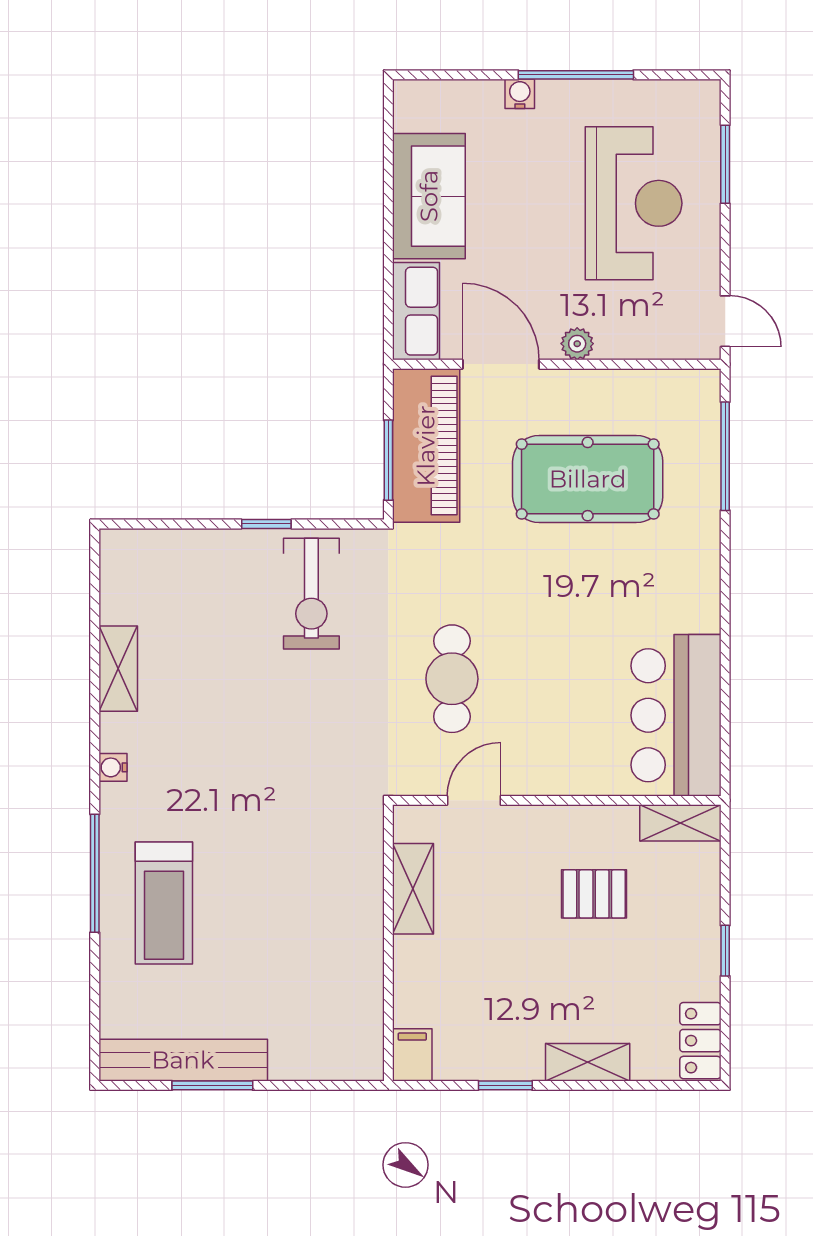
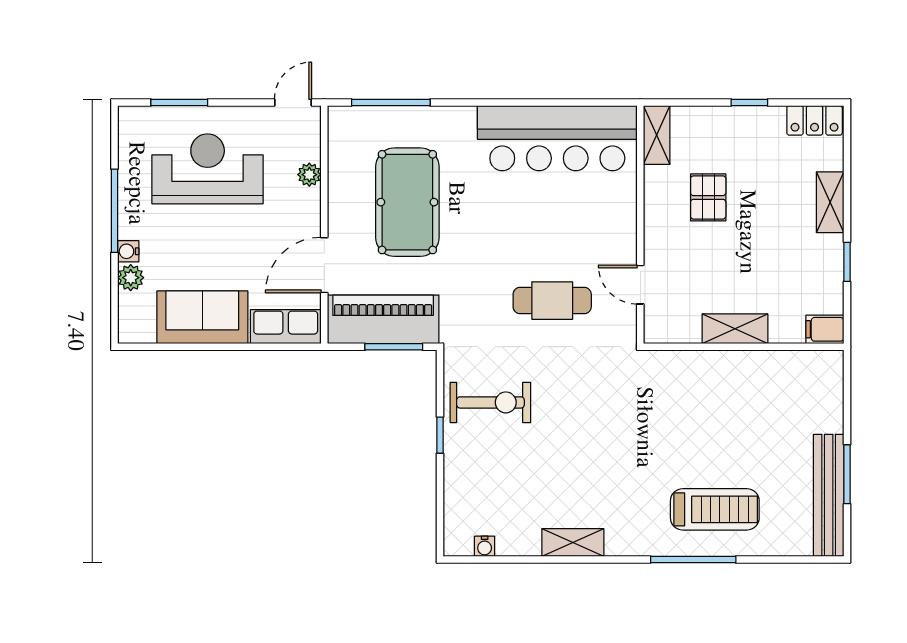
plant: (484, 97) -> (131, 278), added
plant: (577, 344) -> (309, 175), moved
shelving: (118, 669) -> (573, 542), moved
bar counter: (676, 715) -> (557, 138), width x1.36
water cooler: (113, 767) -> (485, 546), moved
shelving: (413, 889) -> (735, 329), moved

